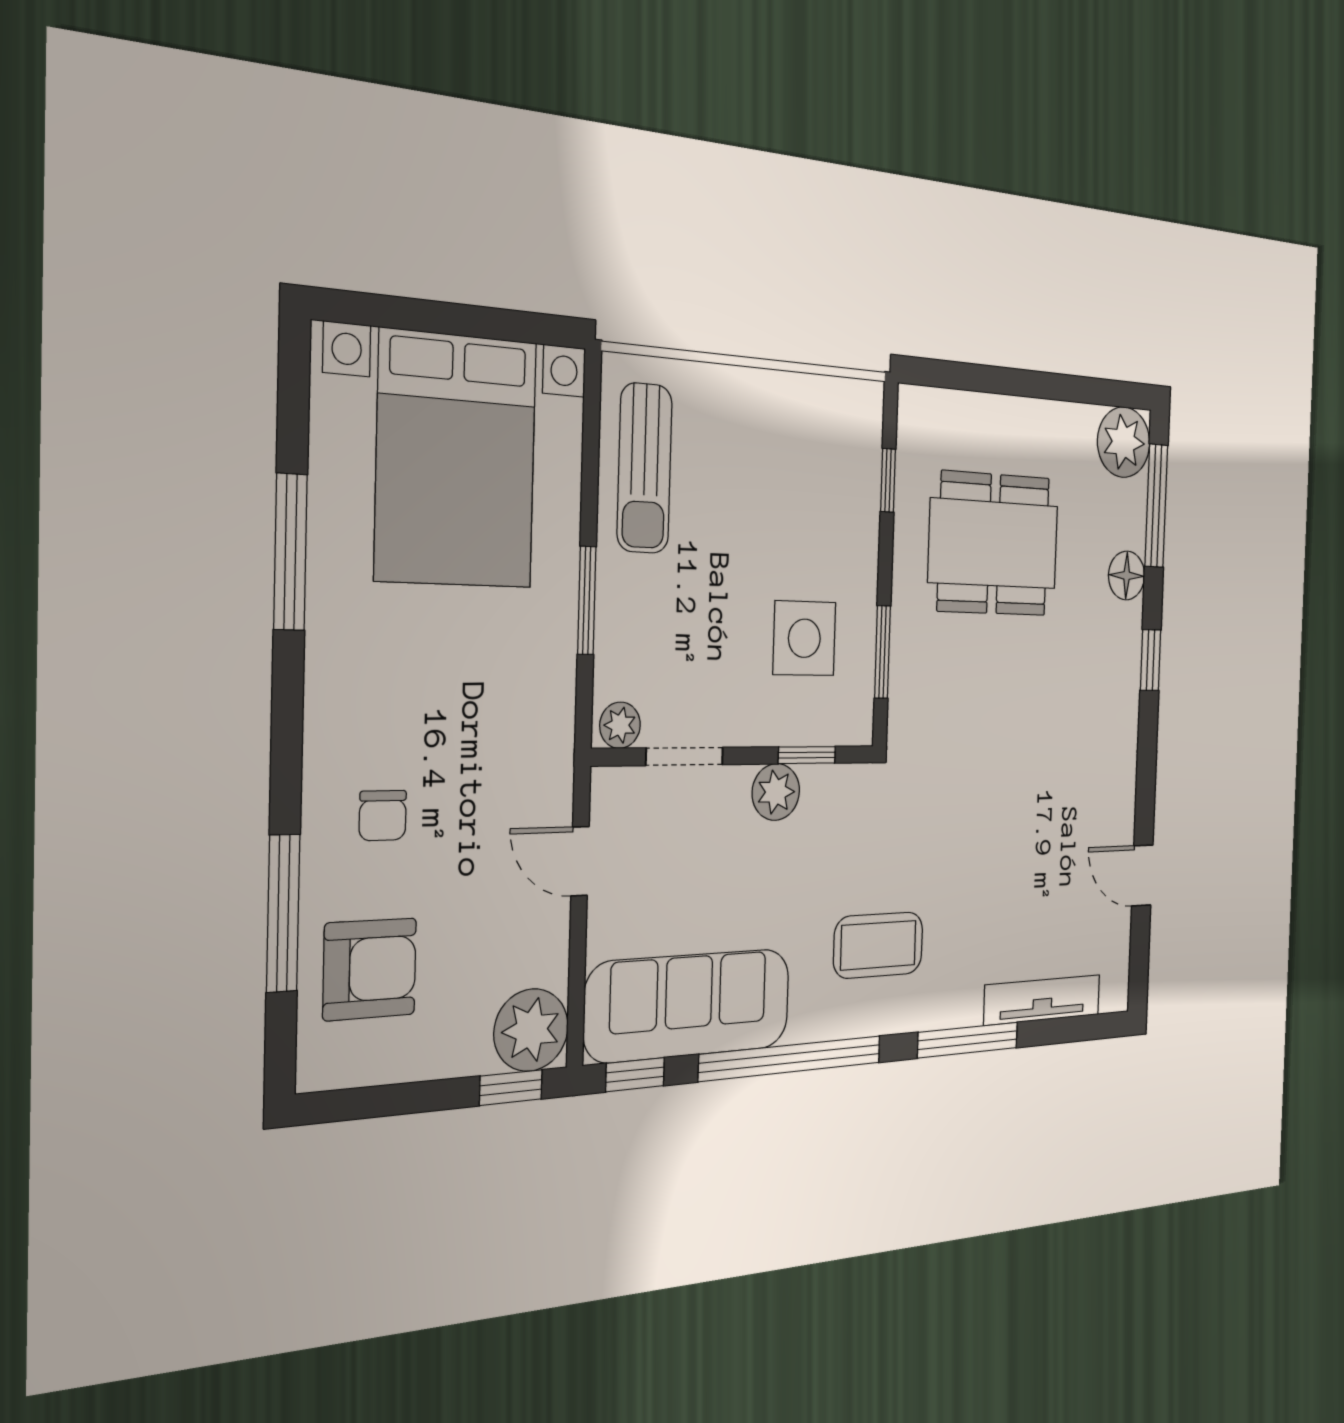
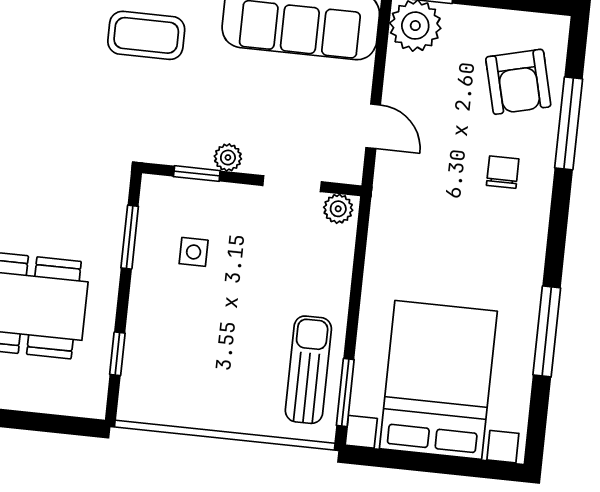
window: (587, 600) -> (345, 393), moved
side table: (804, 638) -> (194, 252), width x0.54, depth x0.54
plant: (776, 792) -> (228, 158), width x0.73, depth x0.73
armchair: (370, 969) -> (518, 82), turned -104

